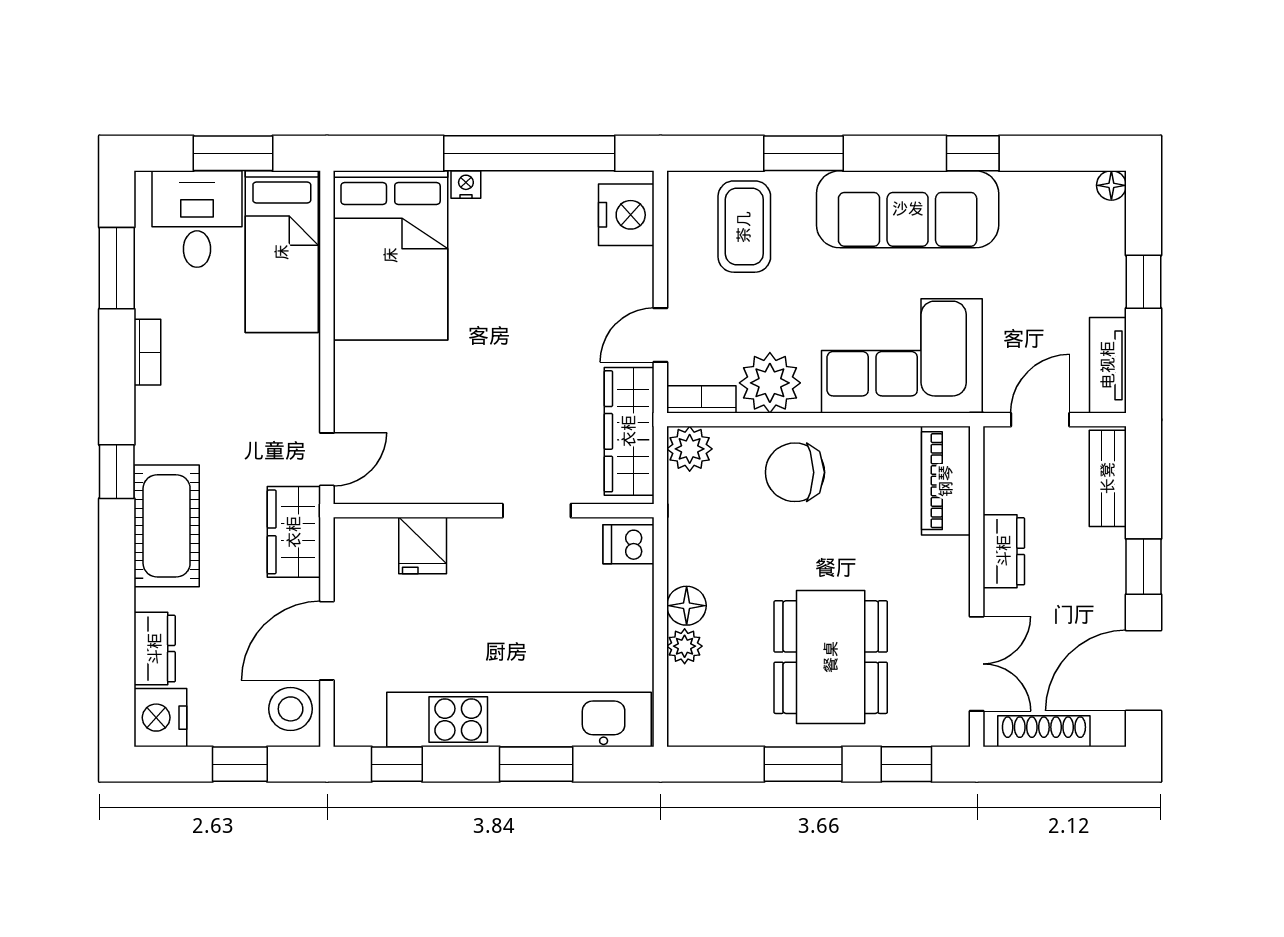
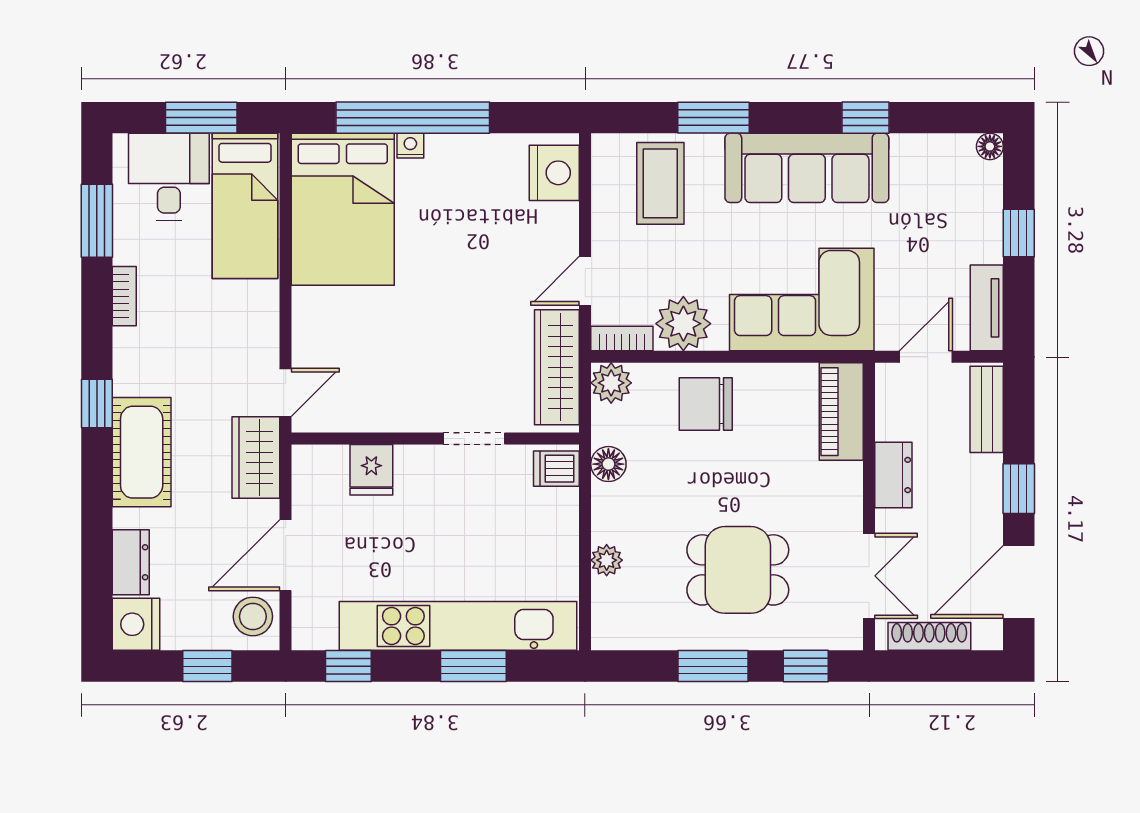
window: (529, 153) -> (413, 118), moved
floor lamp: (687, 606) -> (608, 464), moved
dining table: (831, 657) -> (738, 570), width x0.73

